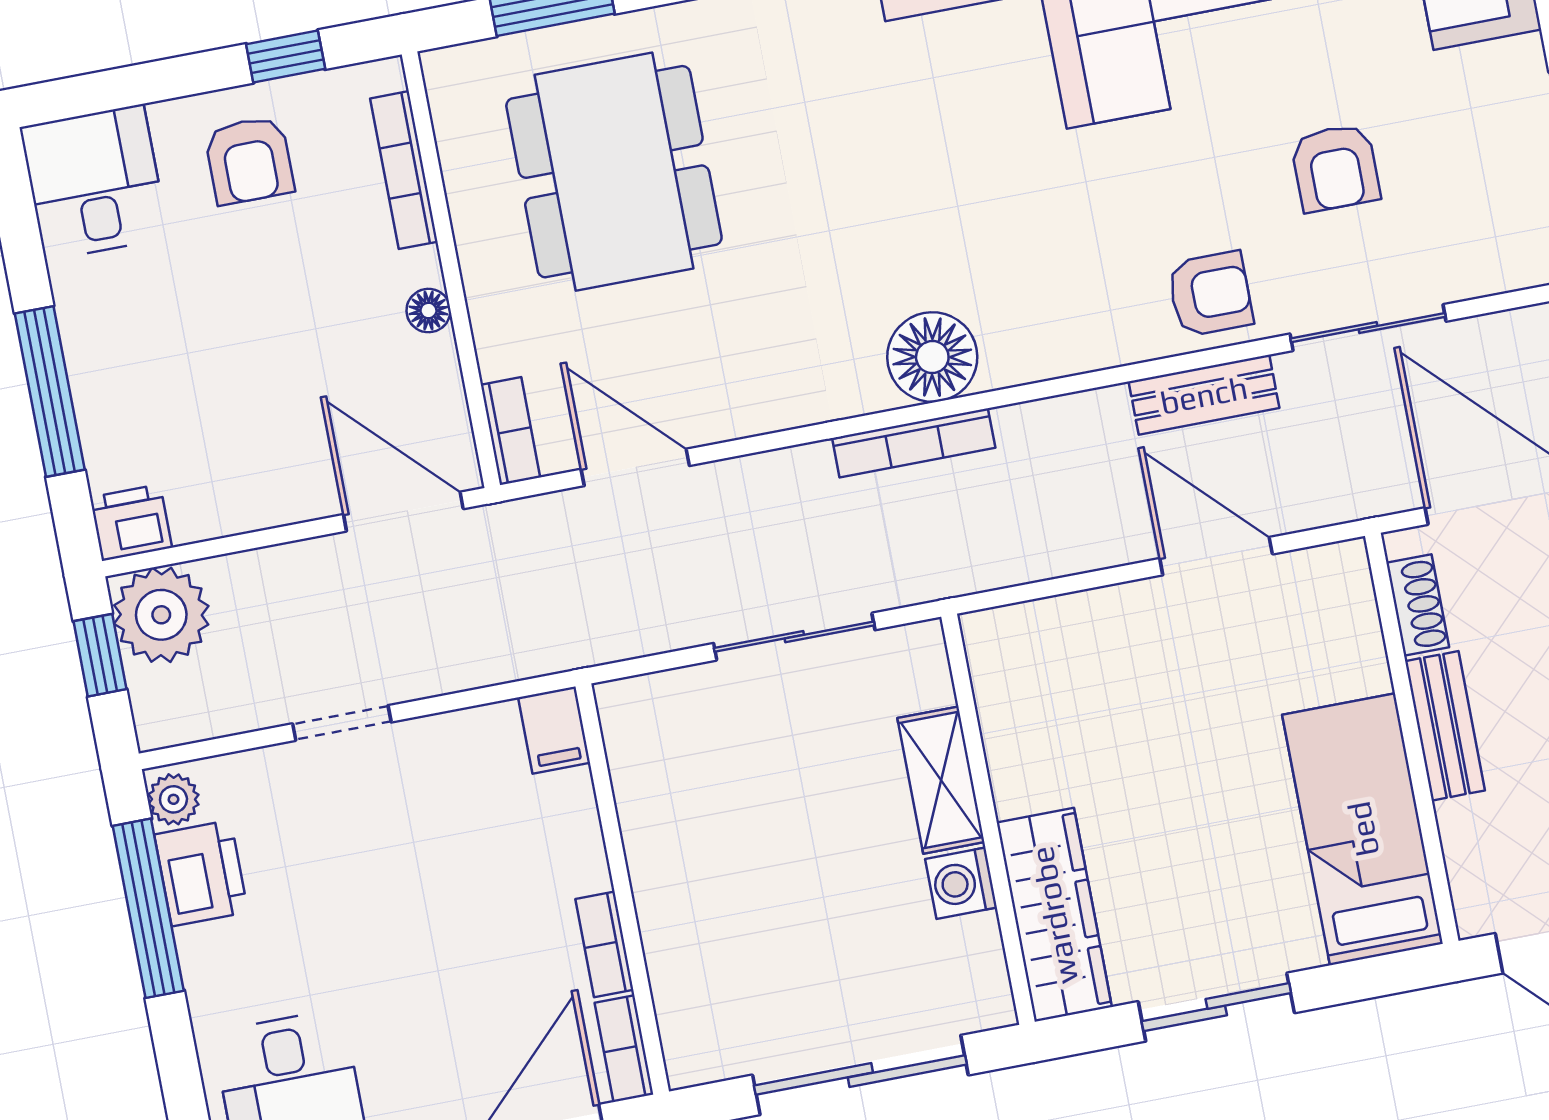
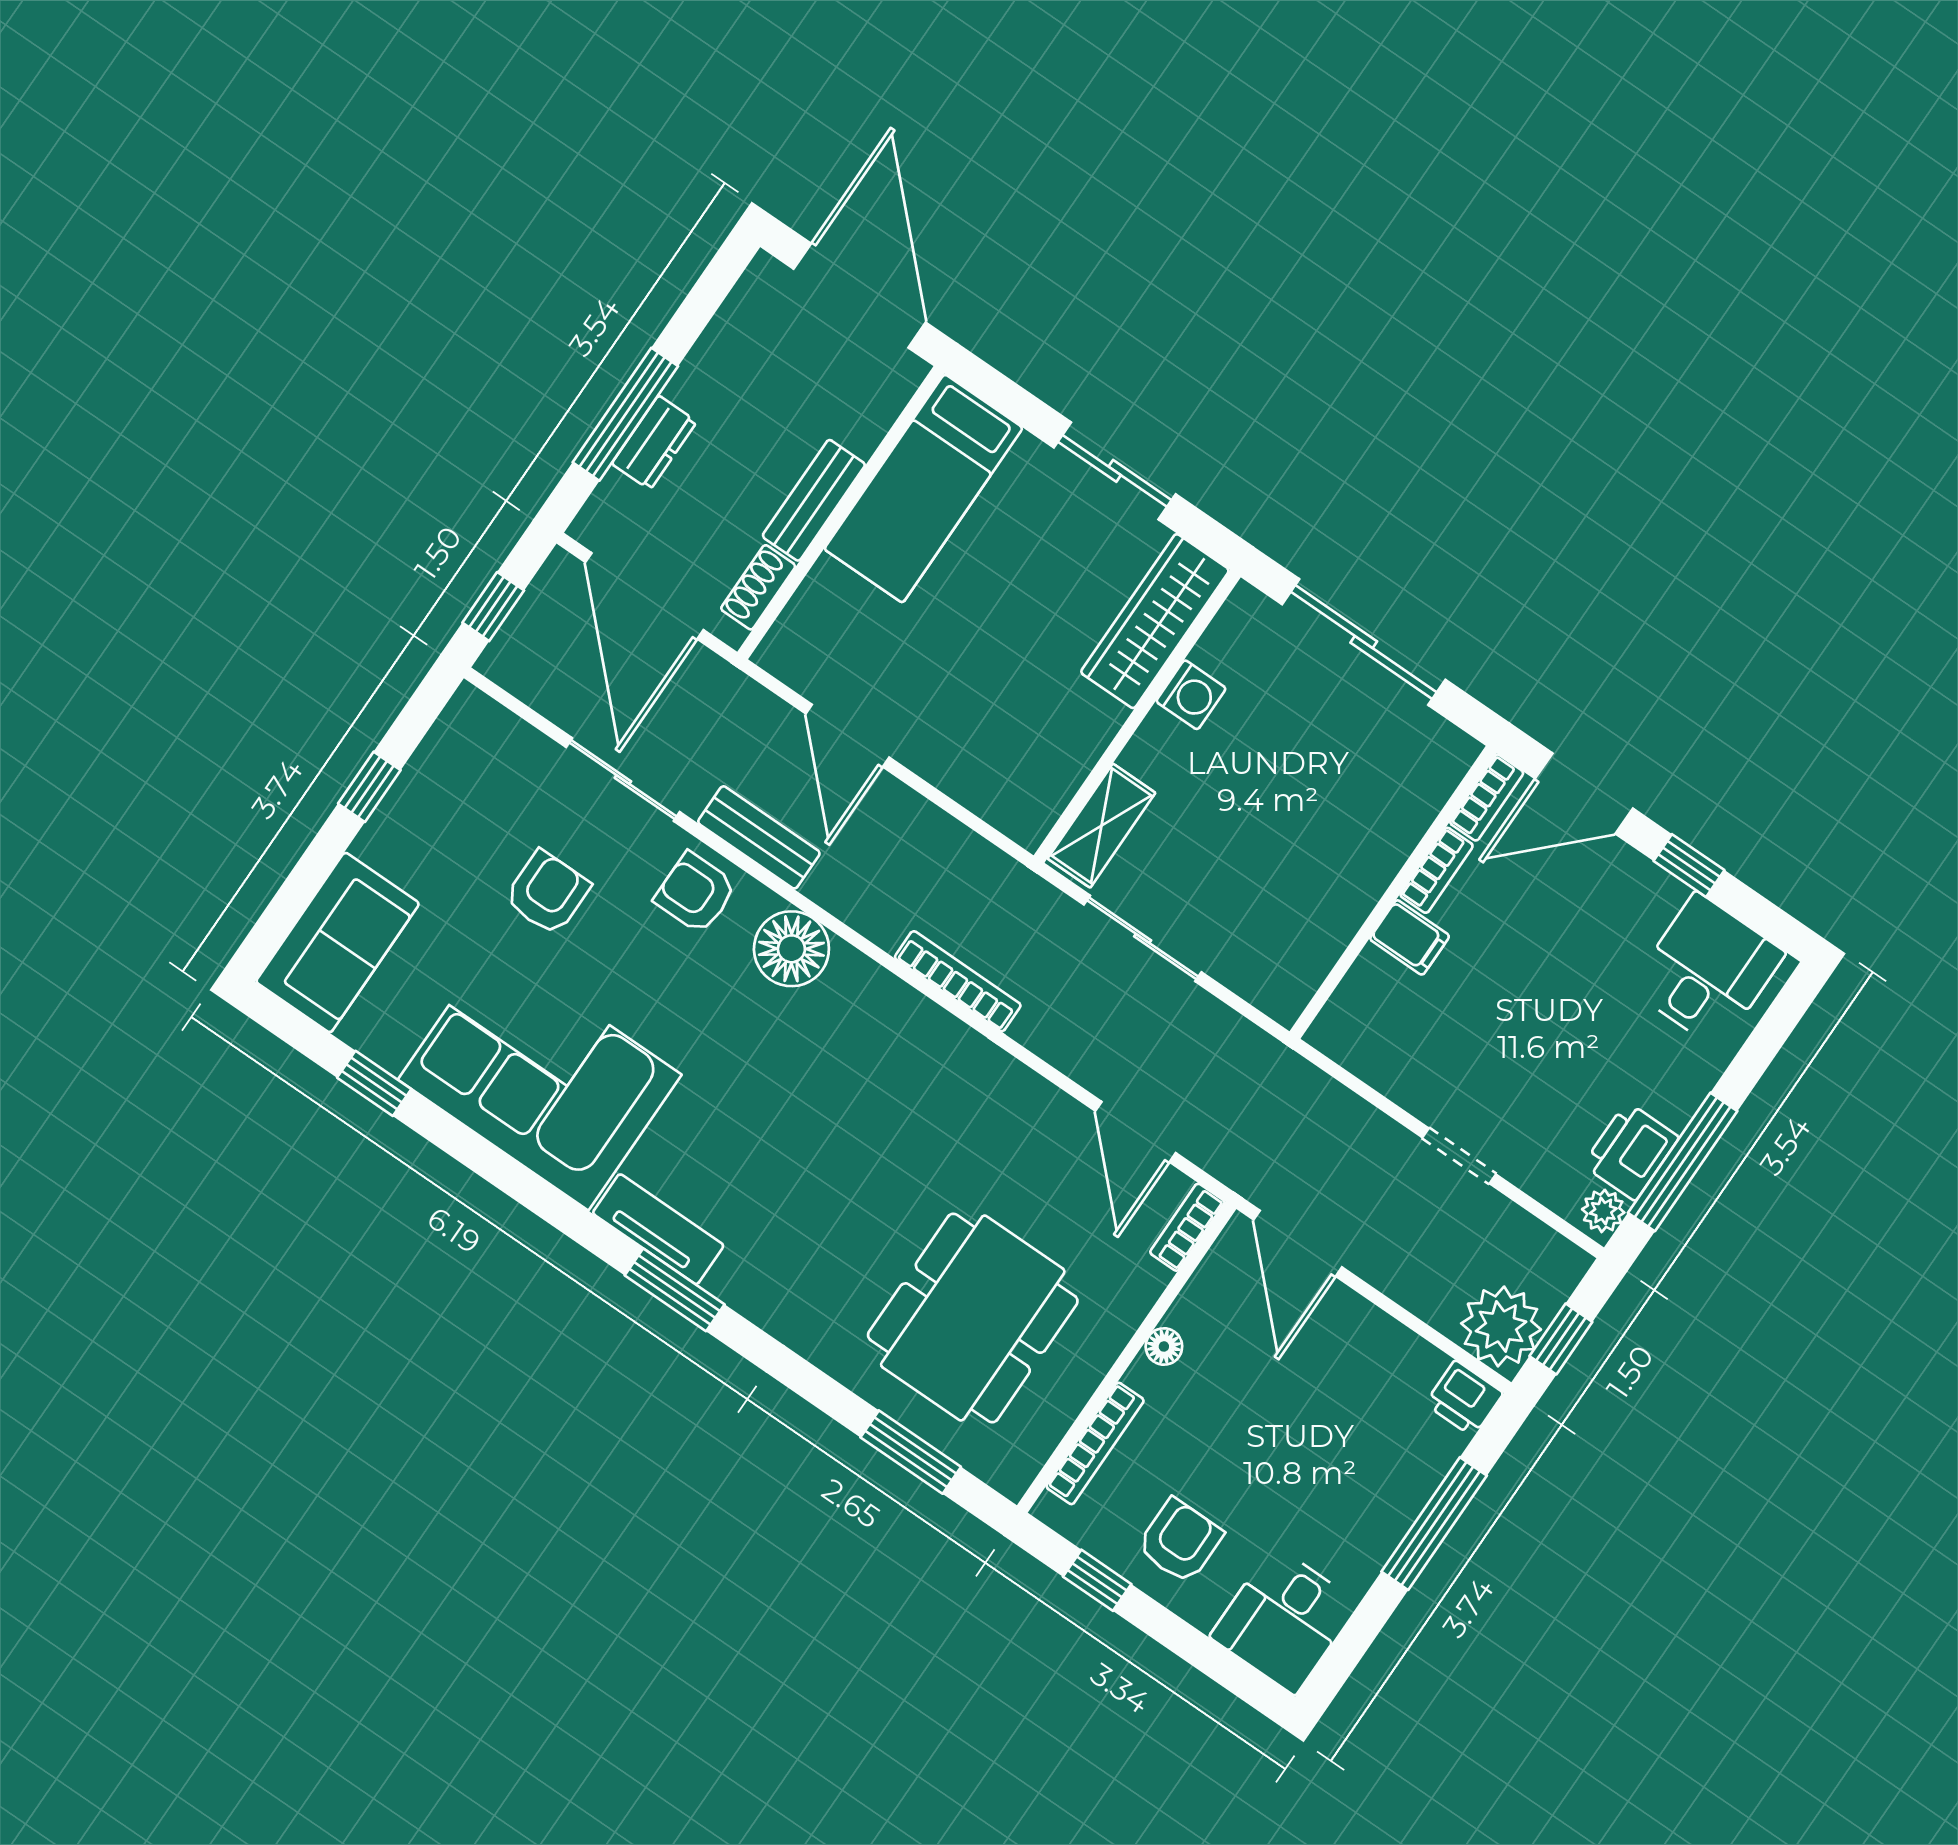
floor lamp: (932, 357) -> (791, 949), moved
filing cabinet: (554, 730) -> (1410, 937), moved, turned 90
shelving: (941, 780) -> (1101, 826), moved

